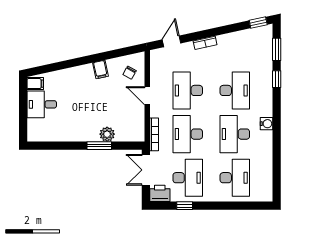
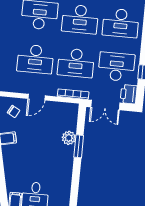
desk: (235, 178) -> (121, 23), turned 180

